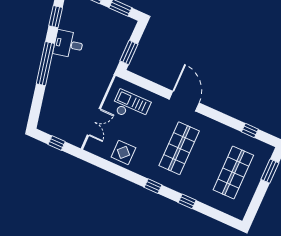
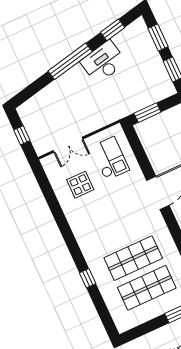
desk: (68, 44) -> (103, 62), width x1.37
shop shelf: (179, 148) -> (133, 258), moved
display table: (123, 152) -> (80, 185), moved
window: (153, 186) -> (70, 241), removed

